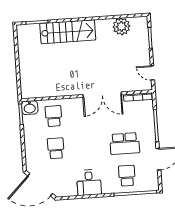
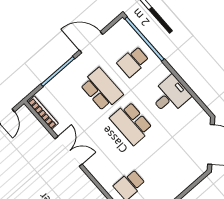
double door: (102, 95) -> (69, 151), width x0.73
school desk: (56, 148) -> (131, 123), moved, width x1.85

